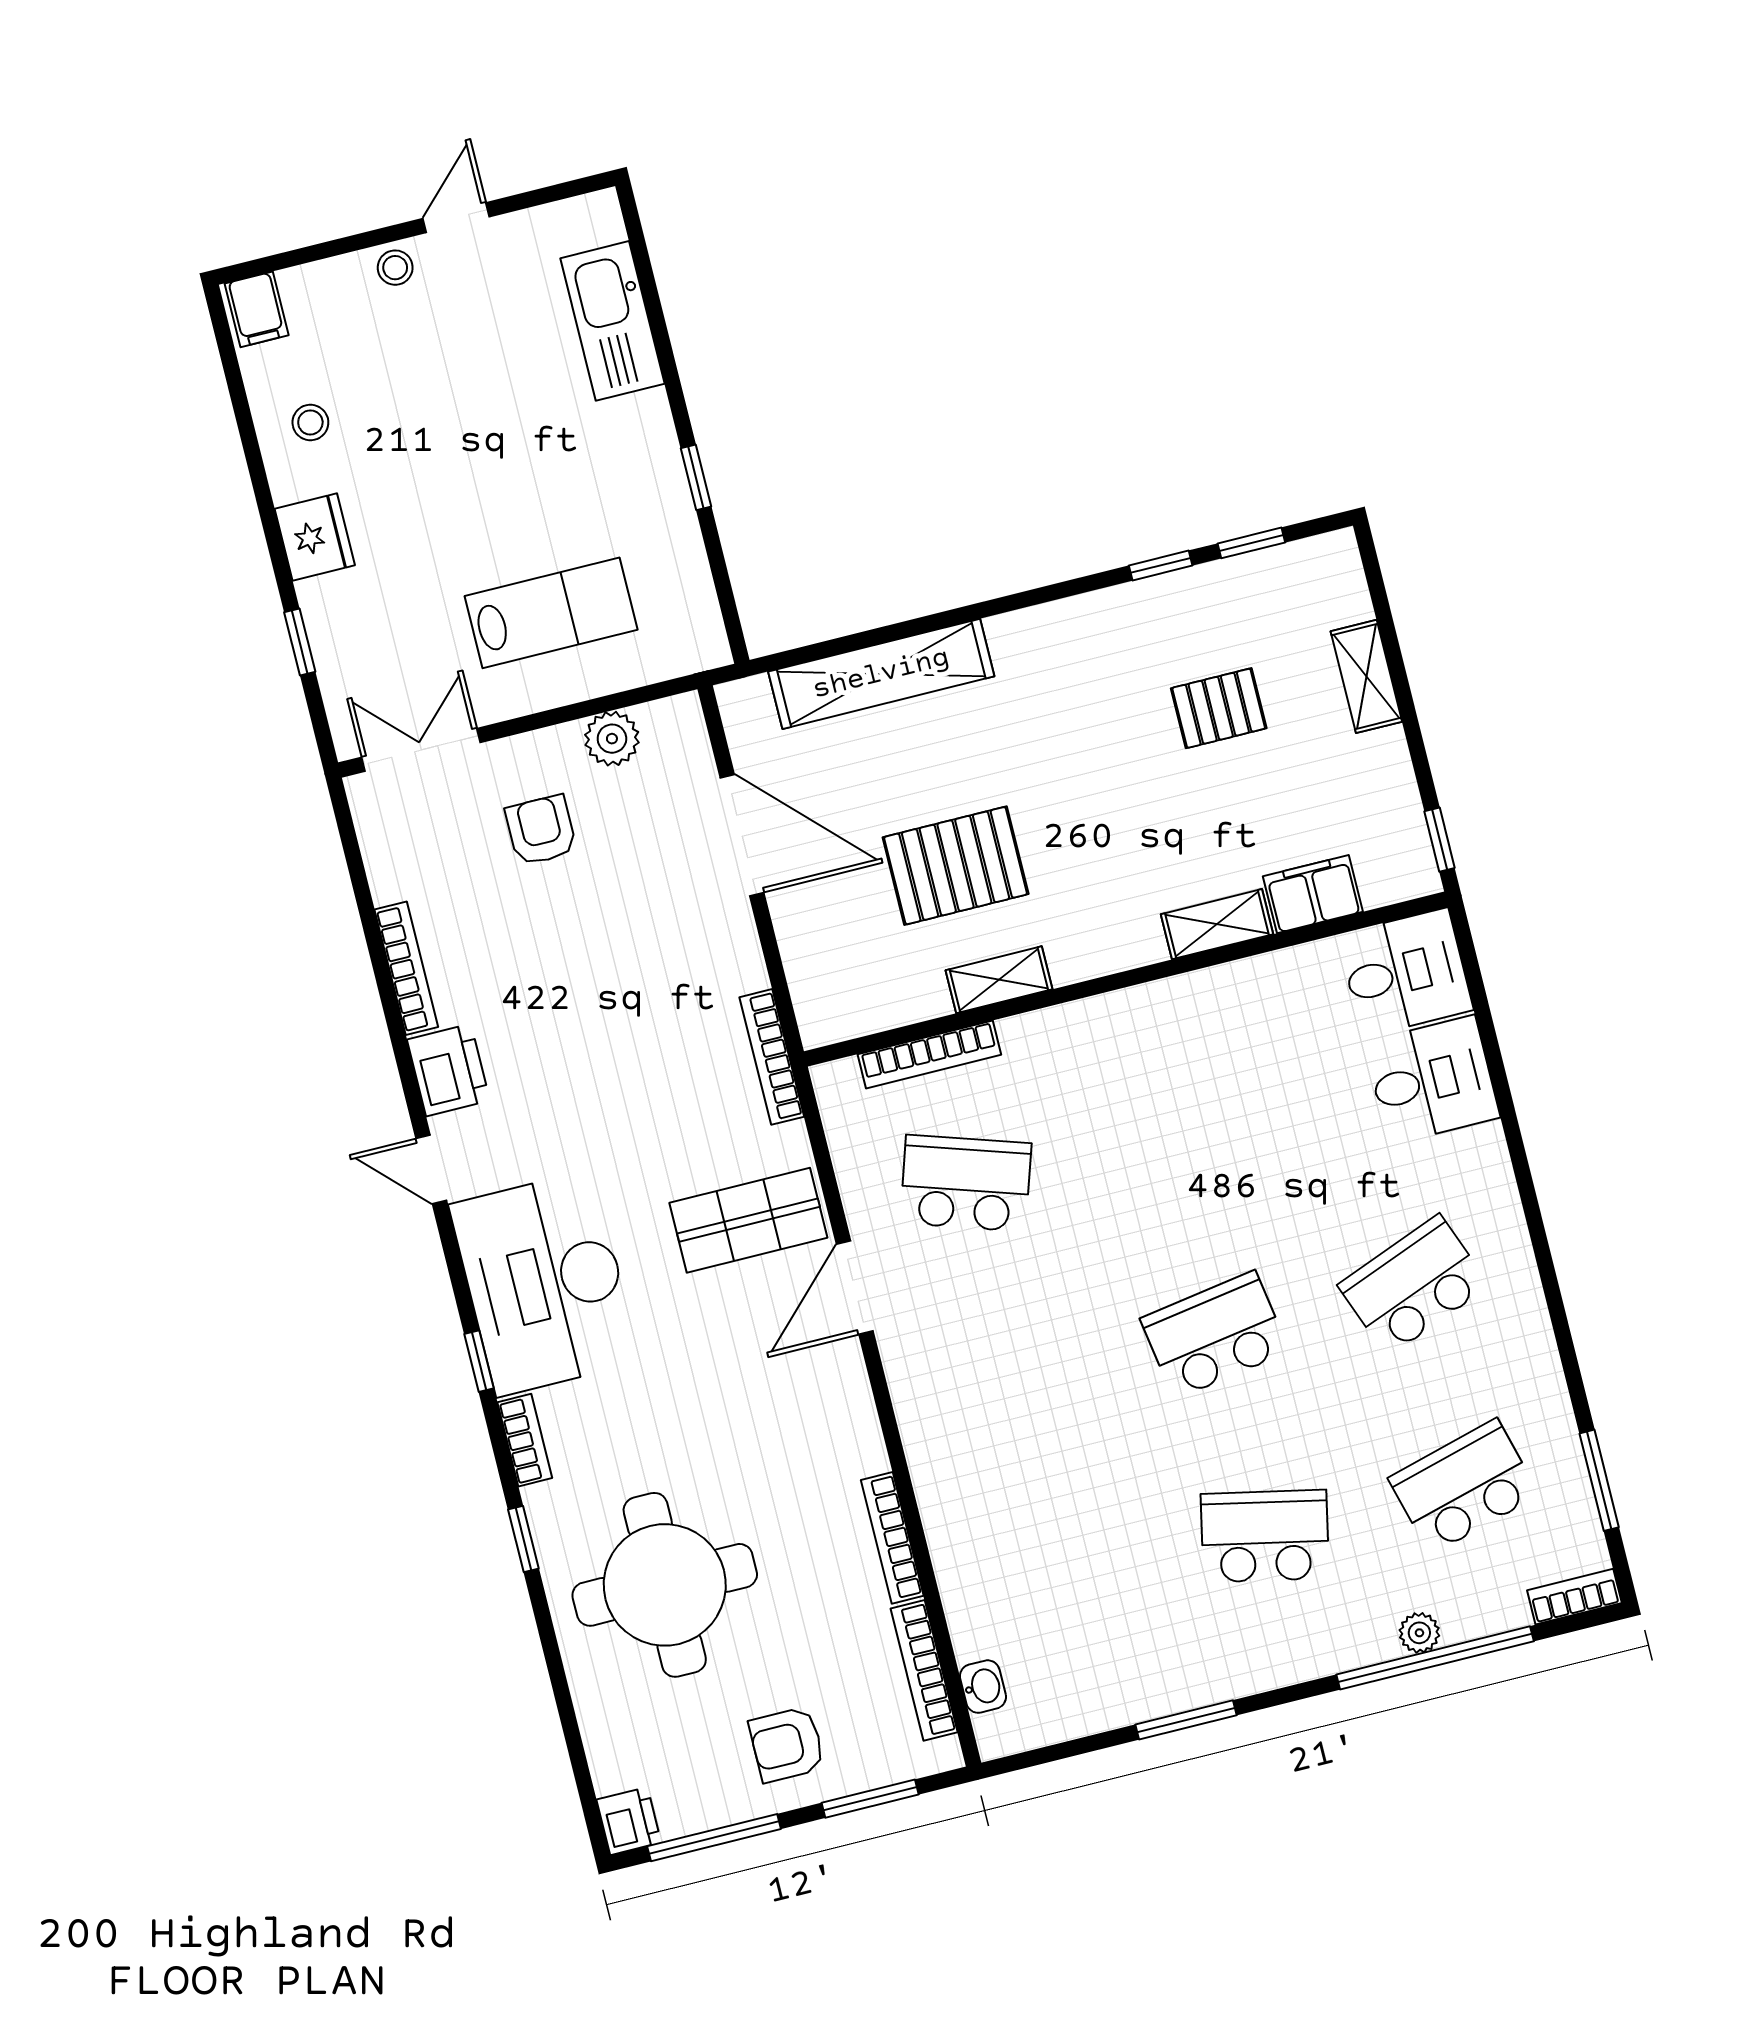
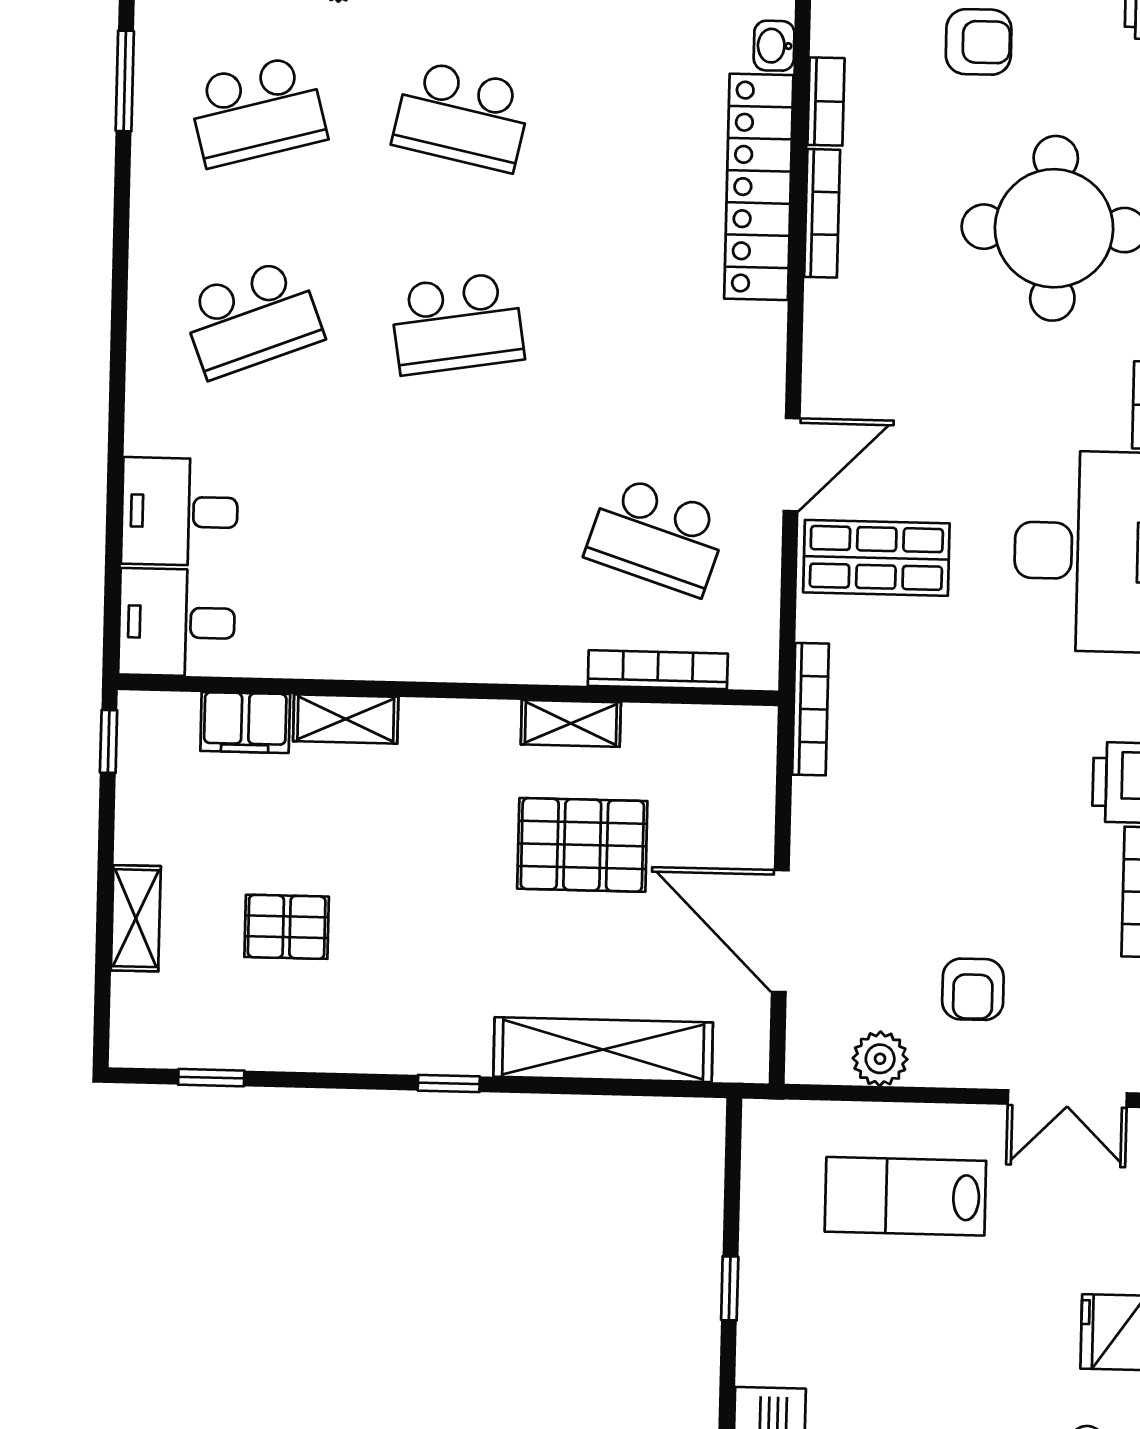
window: (1161, 566) -> (449, 1083), moved
locker: (960, 1546) -> (759, 187), added
bookcase: (924, 1670) -> (826, 101), width x0.64

